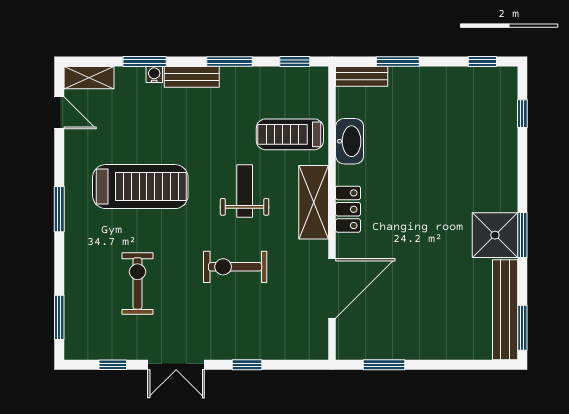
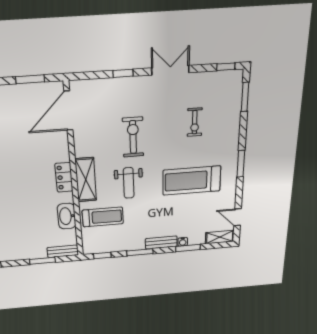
exercise bike: (235, 267) -> (133, 137), turned -90
exercise bike: (137, 283) -> (195, 122), width x0.73, depth x0.72
door: (332, 288) -> (68, 111), moved
window: (113, 365) -> (226, 67), moved

